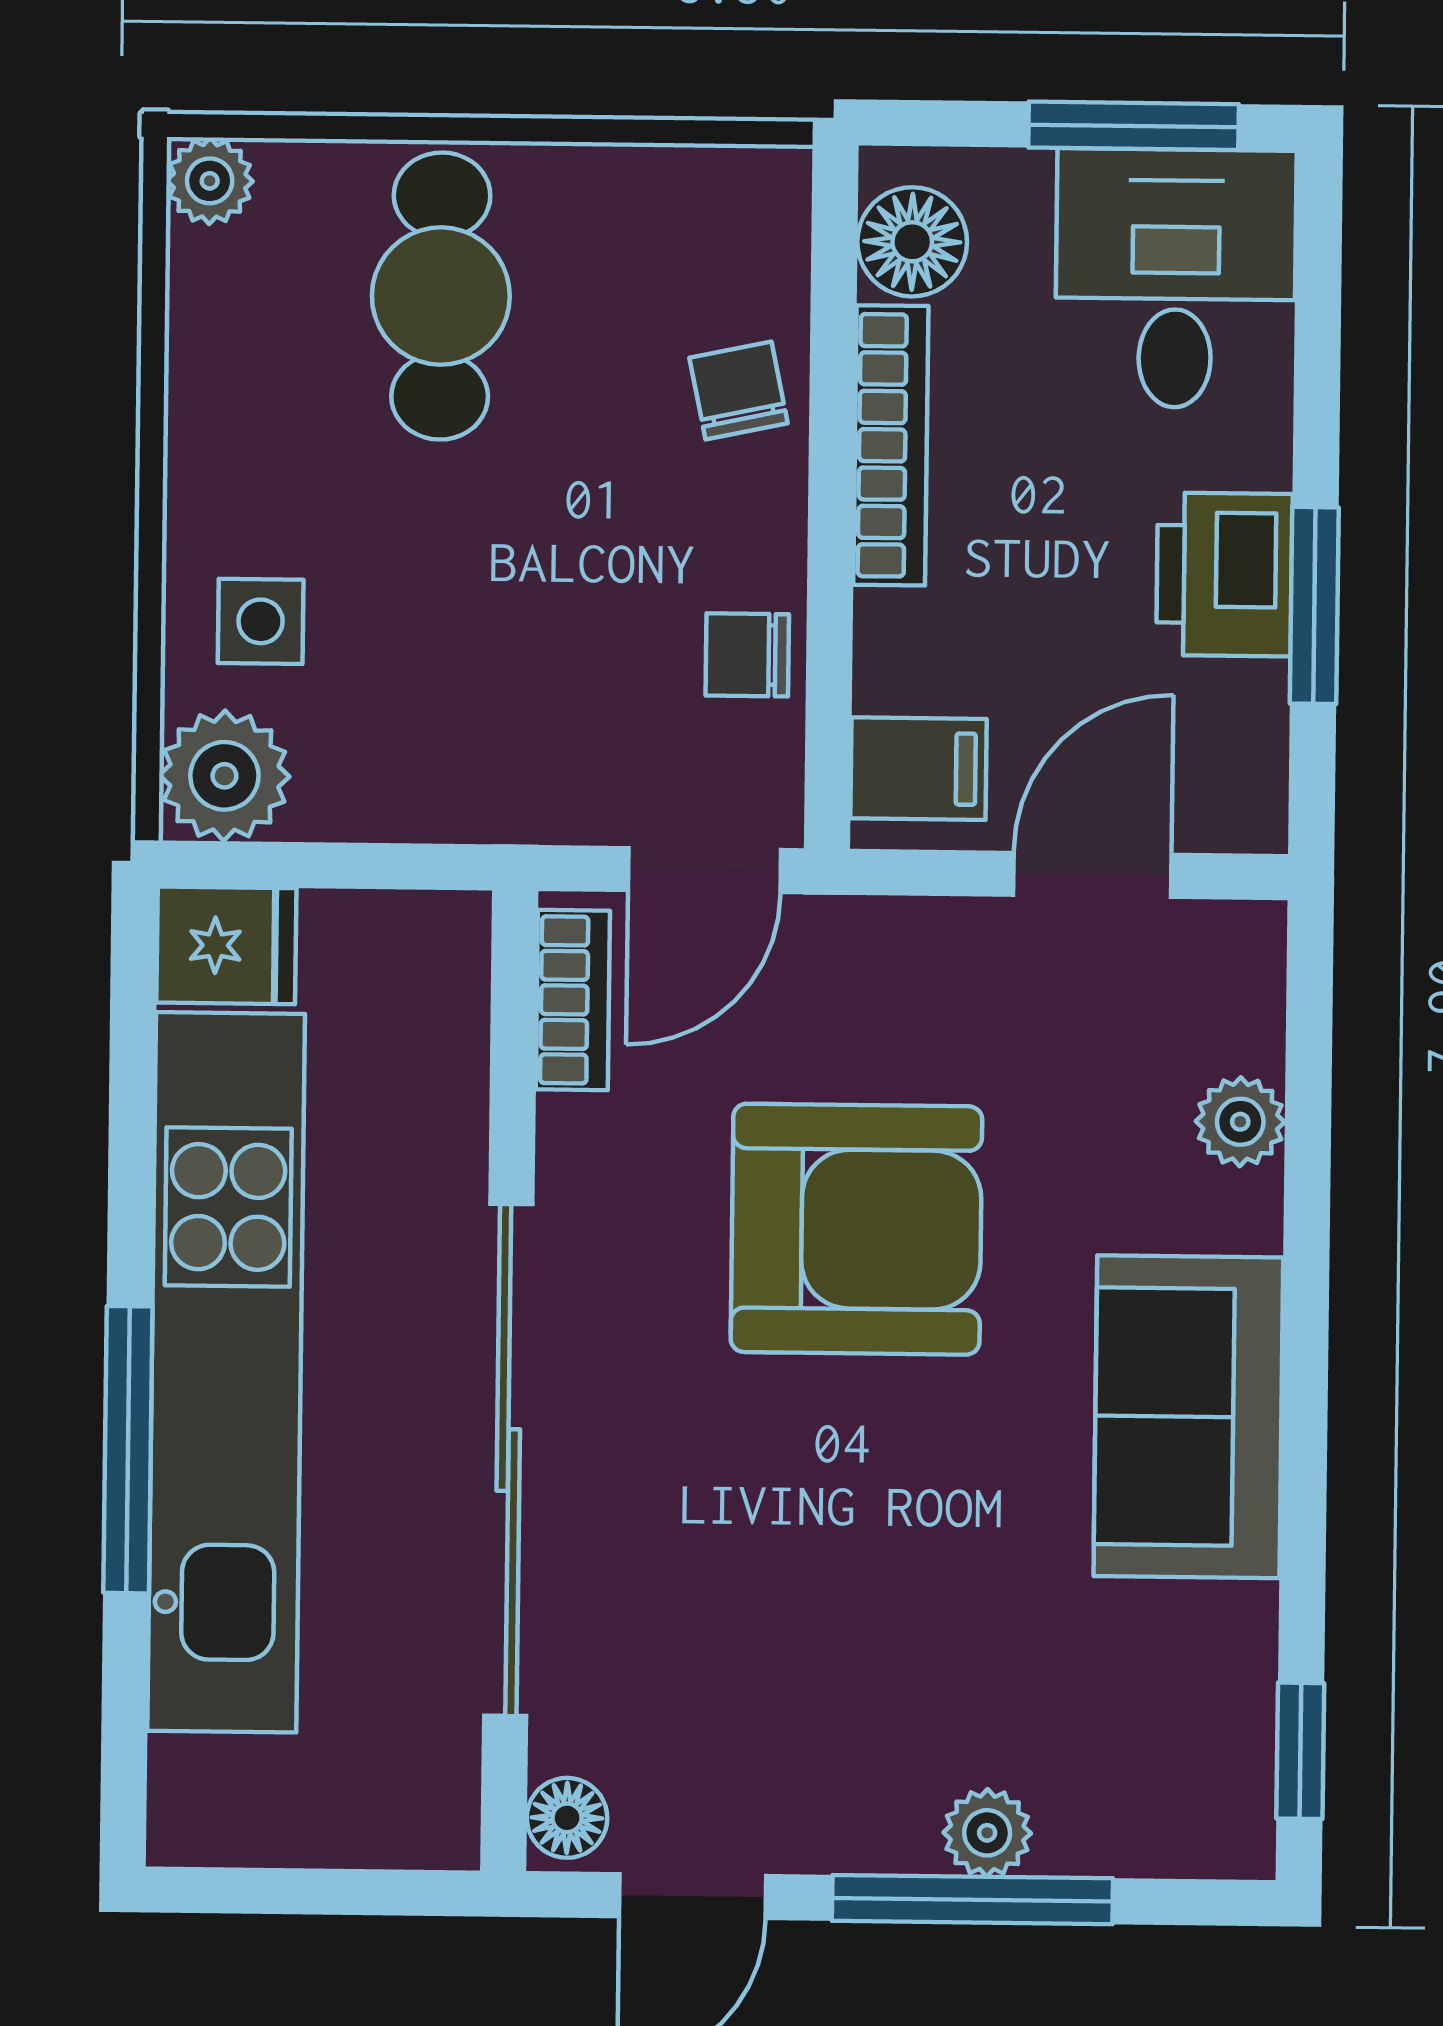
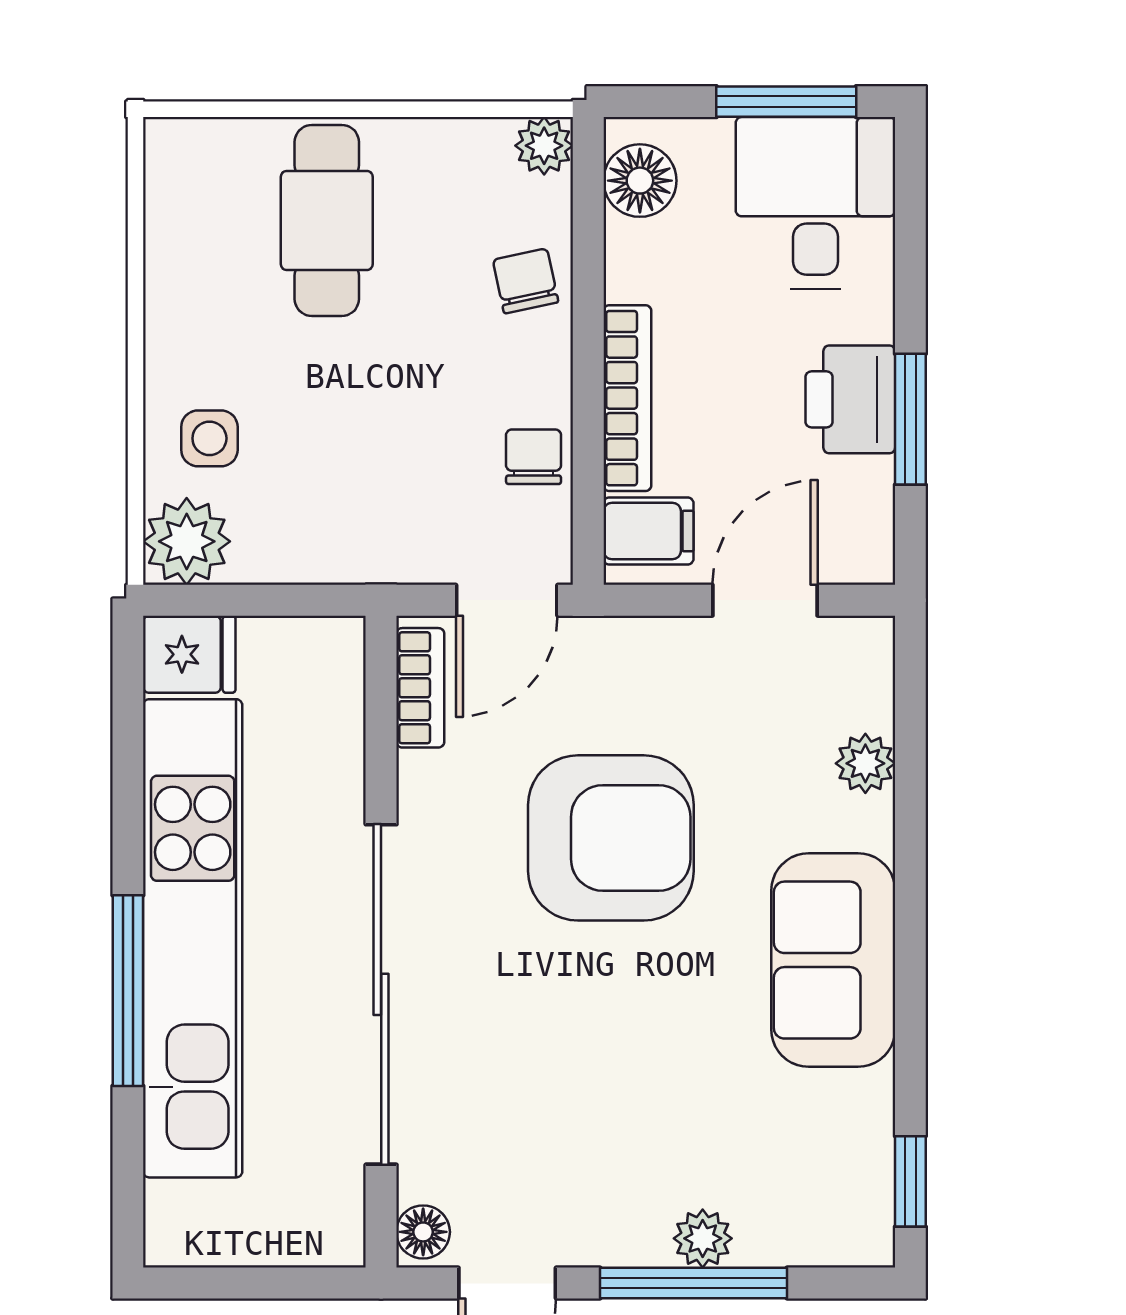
plant: (210, 181) -> (544, 146), moved
bookcase: (891, 445) -> (627, 398), moved
chair: (747, 655) -> (534, 457), turned 90

